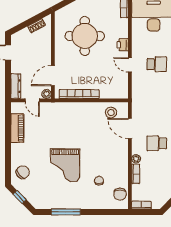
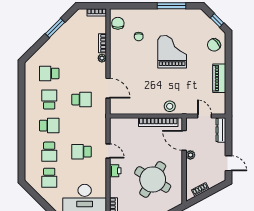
round table: (85, 36) -> (153, 179), turned 31
door: (53, 76) -> (184, 140), swing flipped
plant: (47, 94) -> (190, 155), moved
stool: (111, 113) -> (170, 106), moved
piano: (17, 128) -> (219, 78), moved
school desk: (157, 143) -> (82, 100), moved

